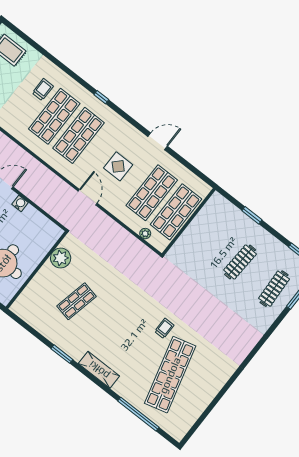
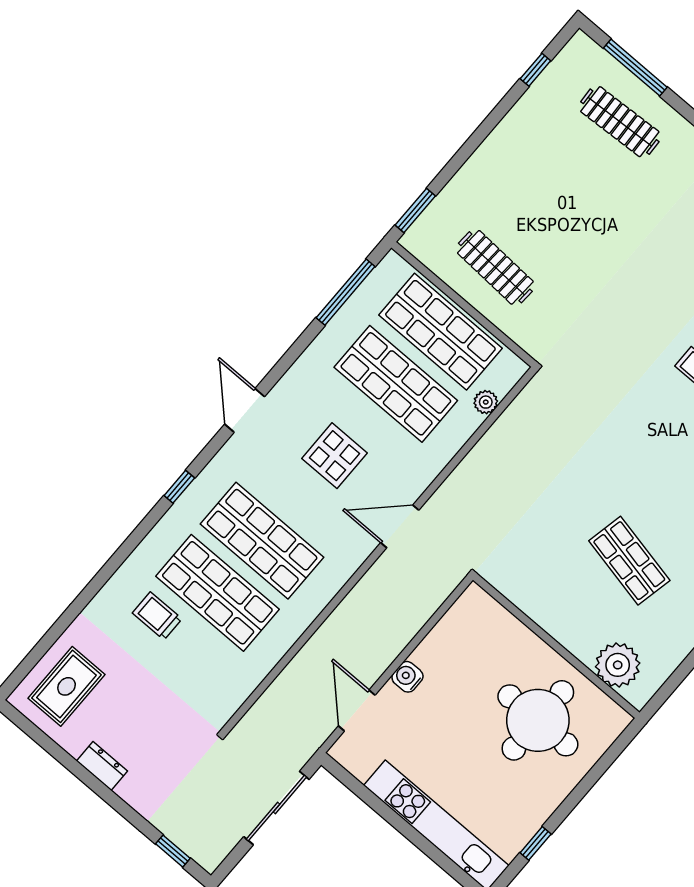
door: (158, 141) -> (245, 410), moved
window: (192, 168) -> (346, 292), added
window: (252, 215) -> (415, 211), moved
plant: (61, 258) -> (618, 665), moved
clothes rail: (240, 262) -> (495, 267), moved

